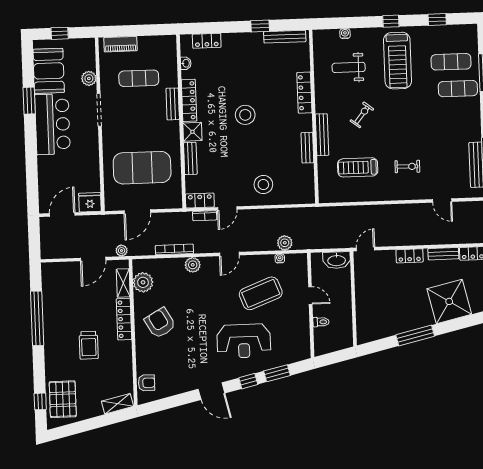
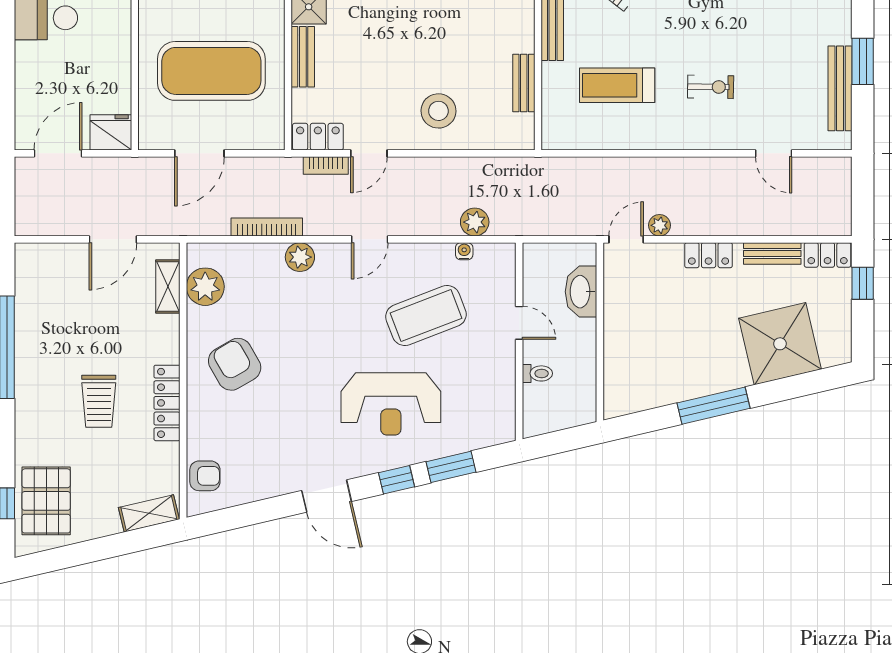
bench: (307, 148) -> (524, 83), moved
plant: (122, 250) -> (659, 225), moved
washbasin: (337, 260) -> (581, 292), moved, turned 90
locker: (124, 319) -> (167, 403), moved

